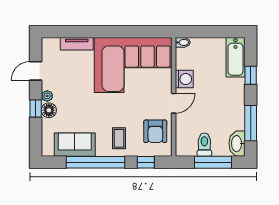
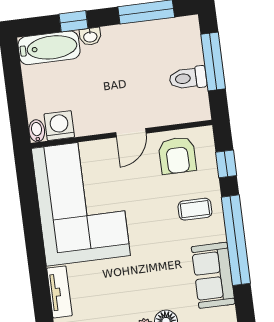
washing machine: (184, 79) -> (59, 126), moved
door: (174, 103) -> (131, 133), swing flipped
armchair: (155, 131) -> (177, 155), turned 90
washbasin: (237, 144) -> (90, 36), moved, width x0.52, depth x0.69

